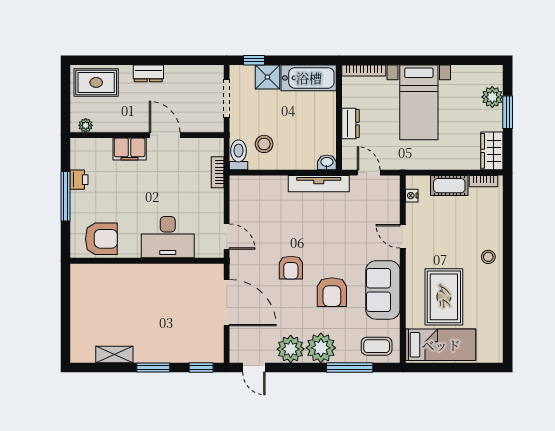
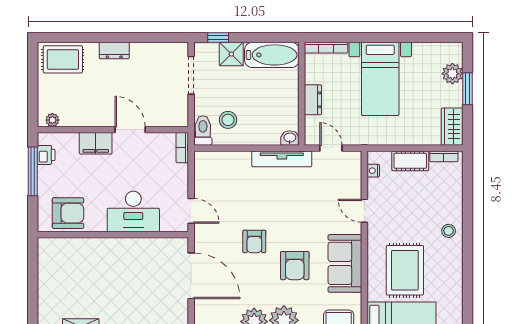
plant: (86, 125) -> (52, 120), moved
wall: (147, 135) -> (113, 130), moved
door: (165, 135) -> (130, 130), moved
filing cabinet: (130, 149) -> (96, 143), moved

